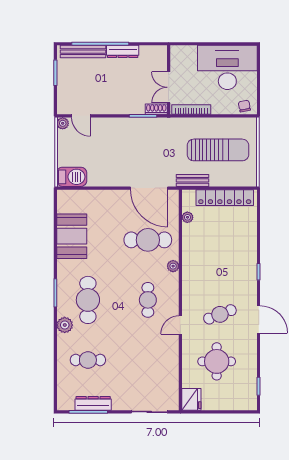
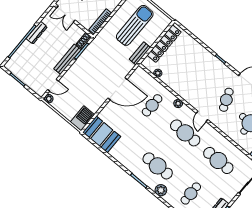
bench: (83, 52) -> (67, 59), moved
double door: (169, 87) -> (66, 14), moved
door: (149, 188) -> (118, 89), moved
booth: (72, 236) -> (102, 134), moved
cafe table: (148, 240) -> (152, 105), width x0.73, depth x0.74
cafe table: (148, 300) -> (185, 133), width x1.37, depth x1.35
door: (180, 325) -> (202, 116), moved
cafe table: (148, 360) -> (218, 160), added

